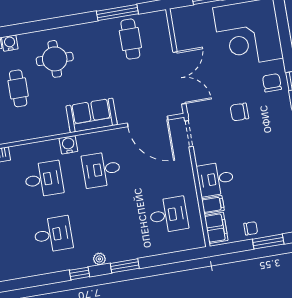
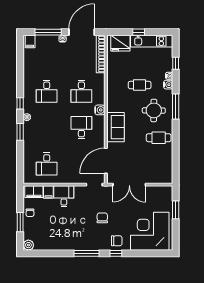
window: (117, 13) -> (176, 106), moved
cafe table: (130, 39) -> (159, 138), moved

